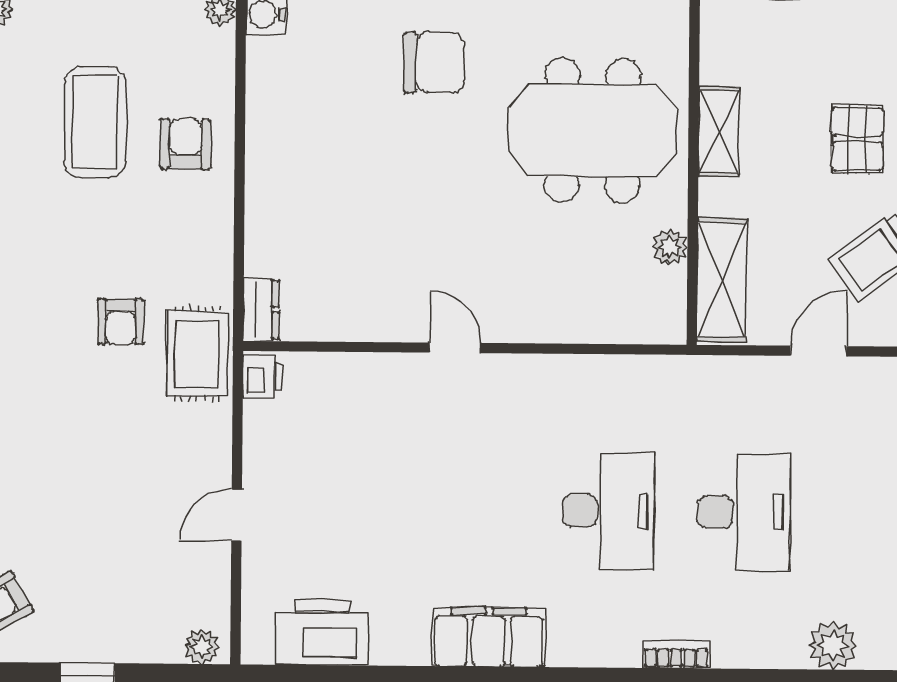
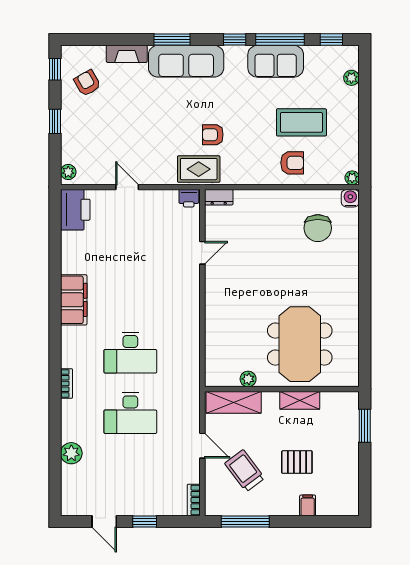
chair: (434, 63) -> (318, 228), moved
door: (455, 348) -> (202, 253), moved
printer: (322, 632) -> (75, 210), moved

